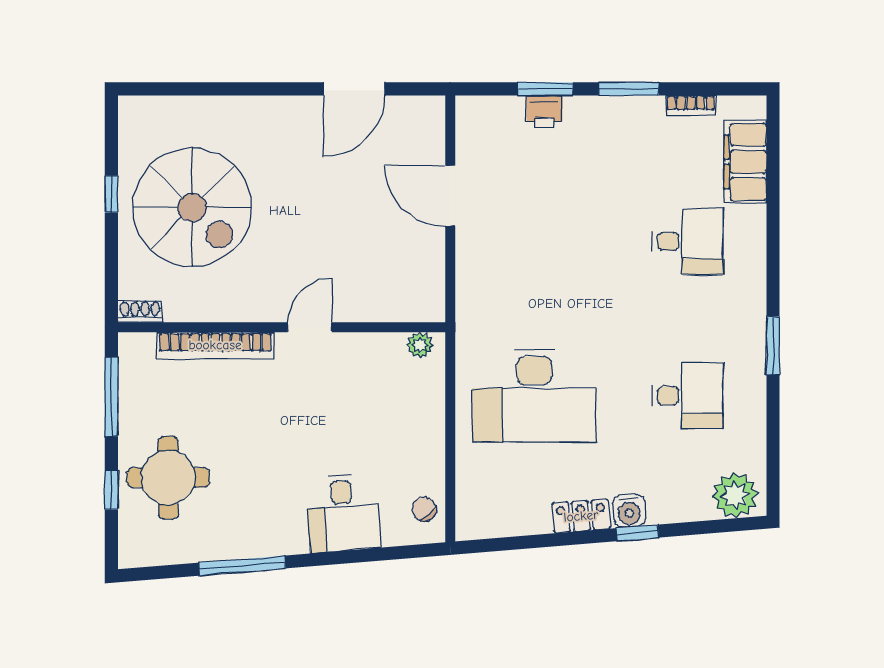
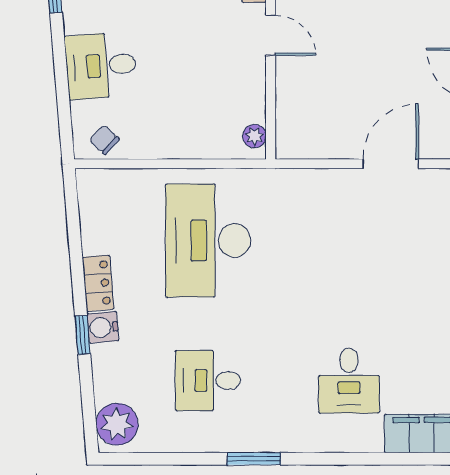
desk: (687, 396) -> (208, 381), turned 90
chair: (424, 509) -> (104, 140), turned -100

